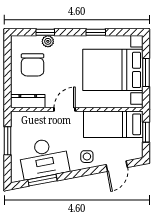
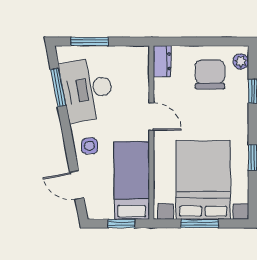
plant: (48, 41) -> (241, 62), moved
chair: (33, 65) -> (210, 74), turned 90
dresser: (28, 101) -> (162, 61), width x0.70
window: (8, 141) -> (89, 42), moved

